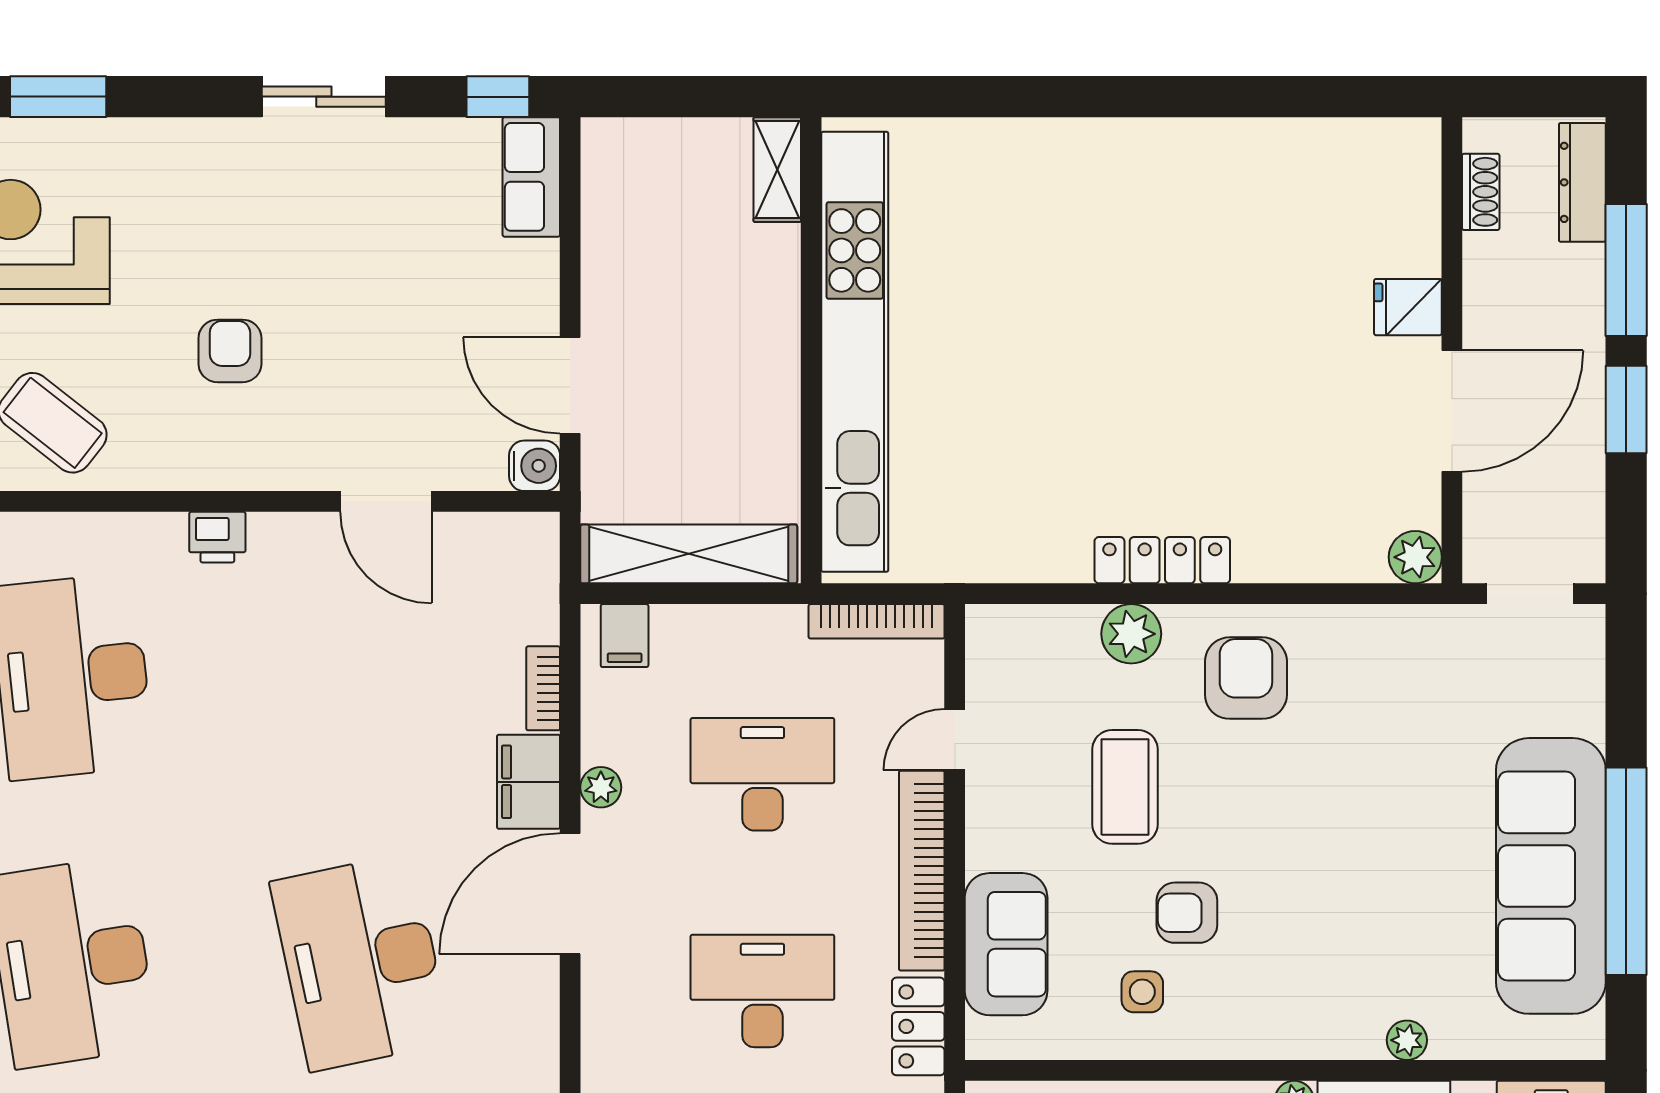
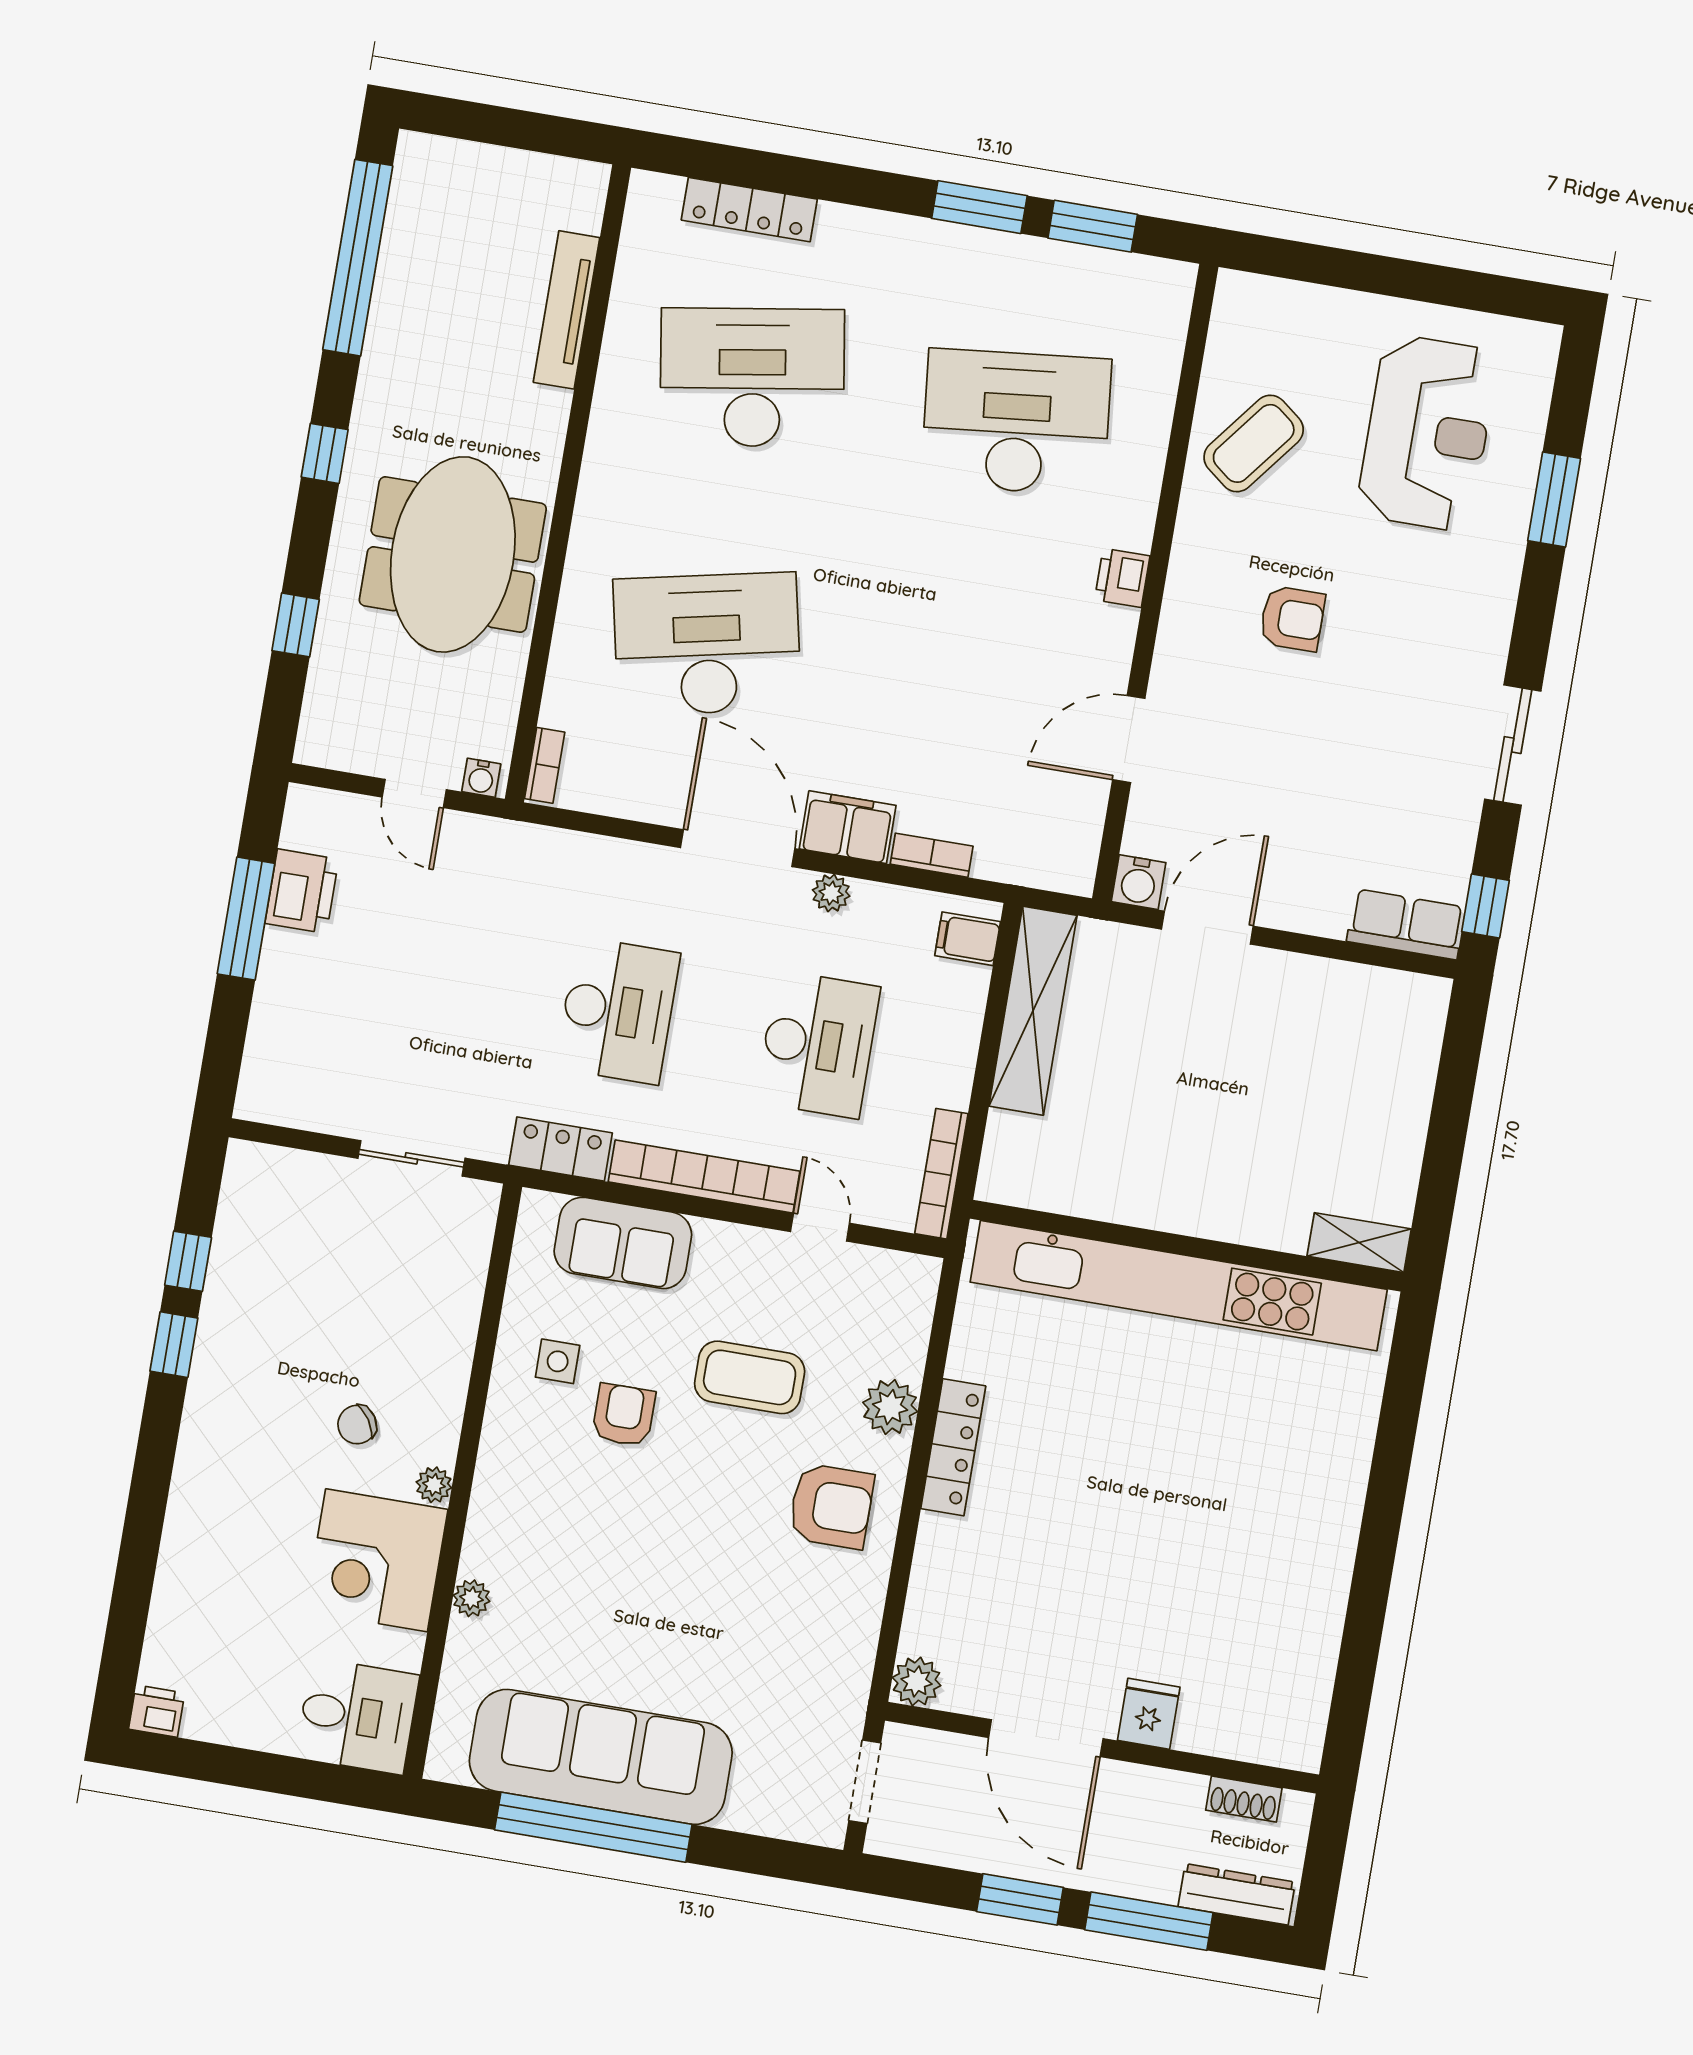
shelving: (777, 170) -> (1359, 1243), moved
wall: (811, 350) -> (1187, 1246), moved
kitchen unit: (855, 352) -> (1179, 1286), moved

